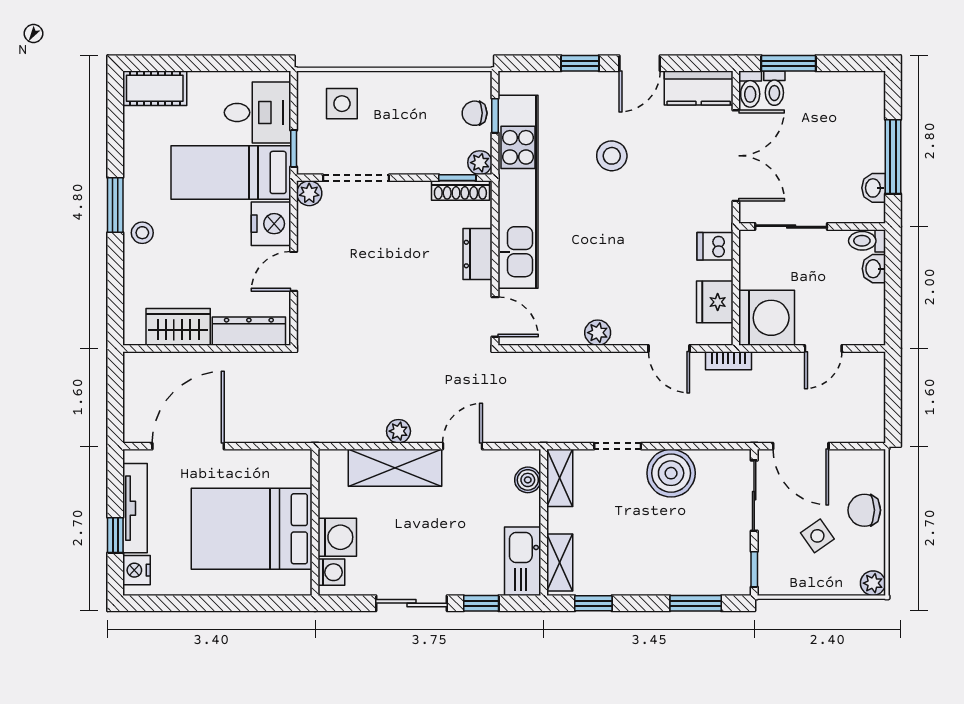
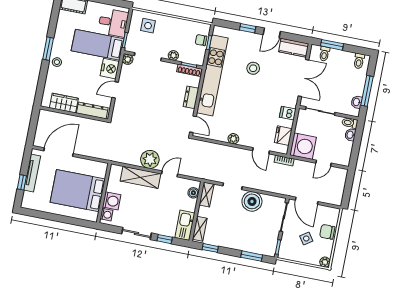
toilet: (750, 89) -> (359, 61), moved
plant: (480, 163) -> (173, 55), moved
plant: (398, 431) -> (150, 159), width x1.88, depth x1.88
nightstand: (136, 570) -> (28, 198), removed

